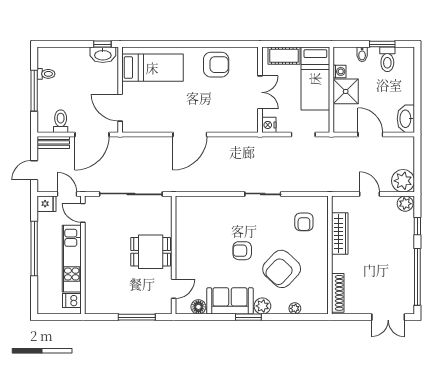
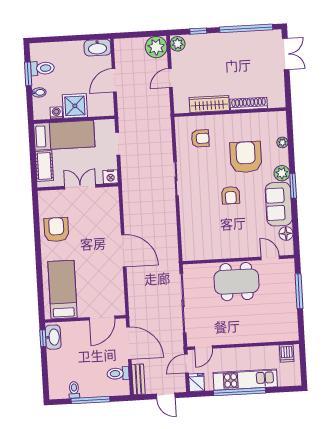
dining table: (151, 252) -> (237, 282), width x1.37
kitchen unit: (72, 259) -> (245, 380), moved, turned 180
armchair: (282, 269) -> (246, 157), turned -133
shoe rack: (338, 293) -> (249, 104), moved

